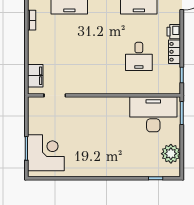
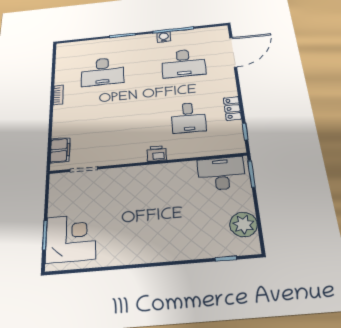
printer: (174, 32) -> (157, 154), moved, turned 90
desk: (153, 114) -> (221, 173), width x0.73, depth x0.77

